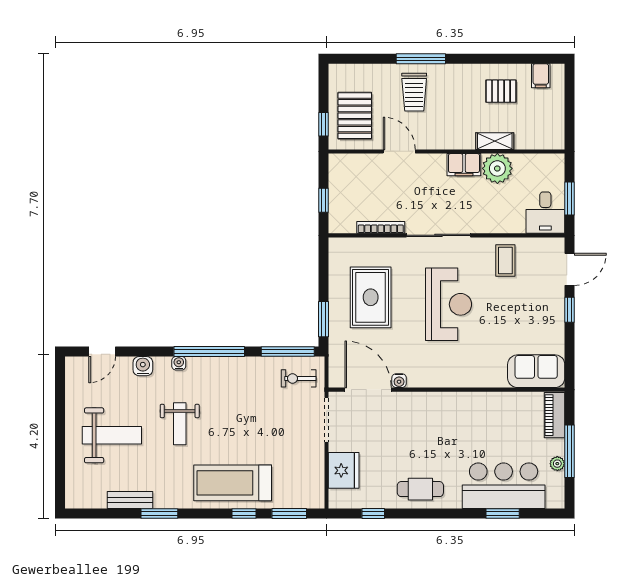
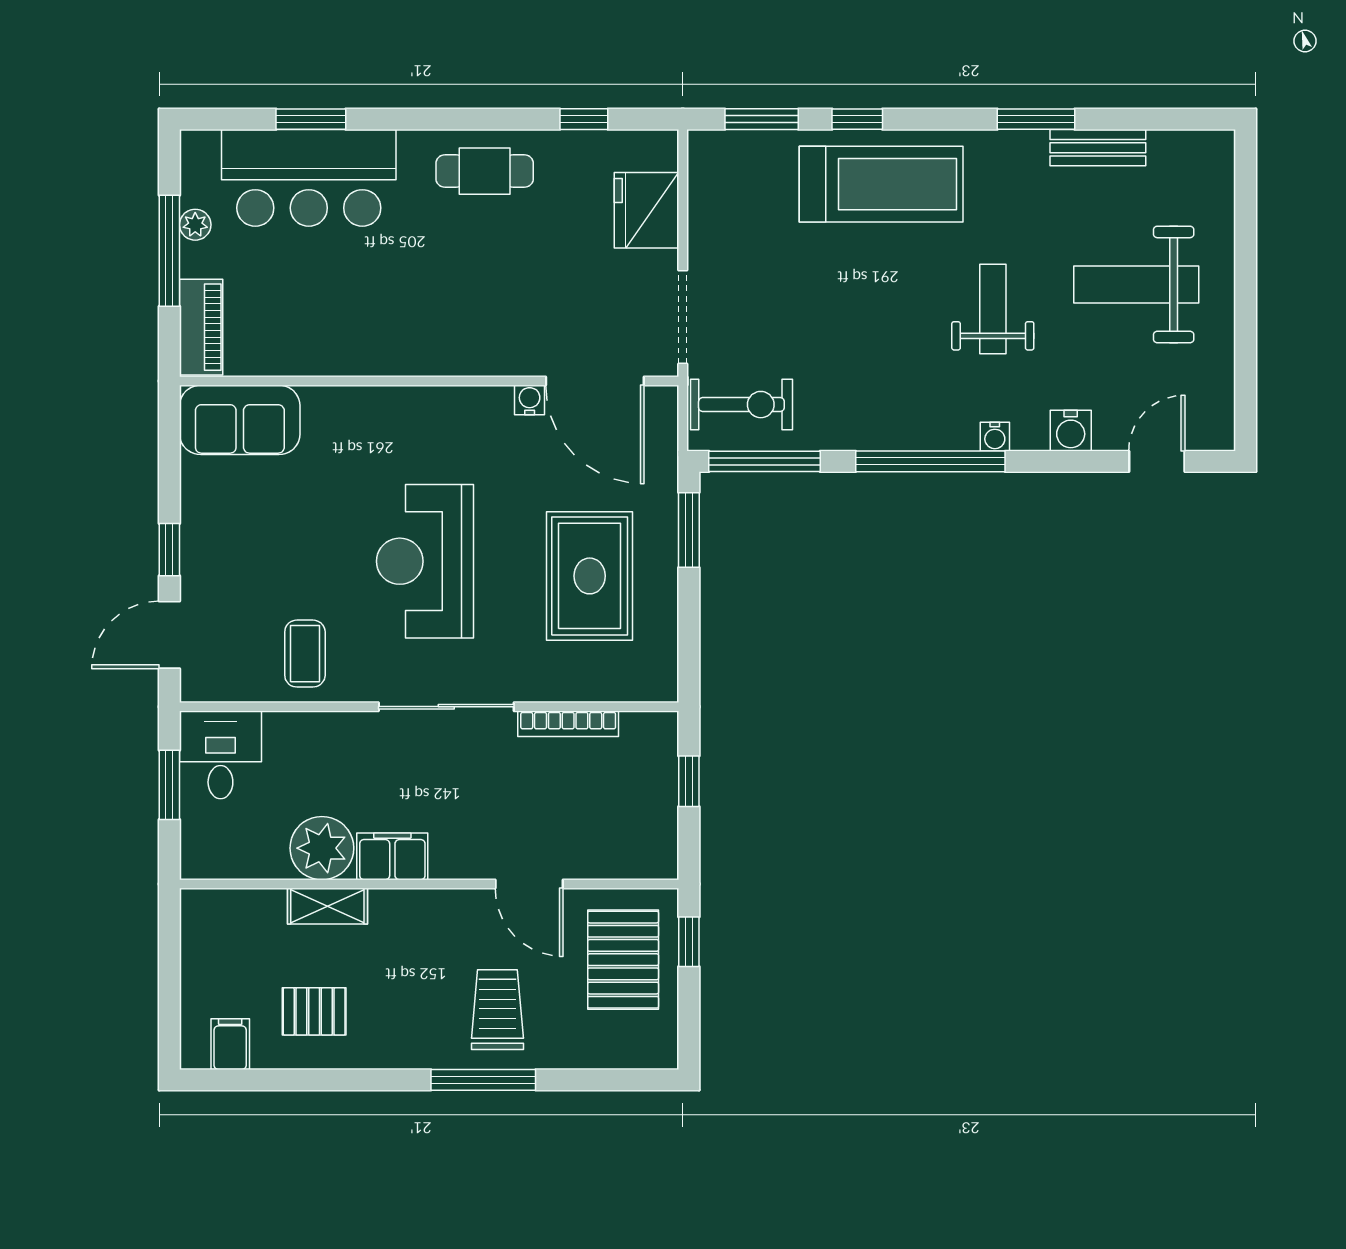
exercise bike: (299, 378) -> (741, 405), width x1.38, depth x1.39

